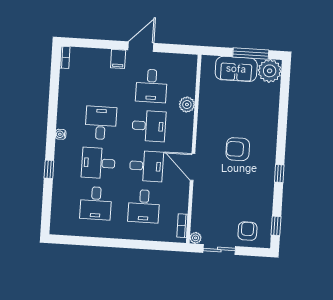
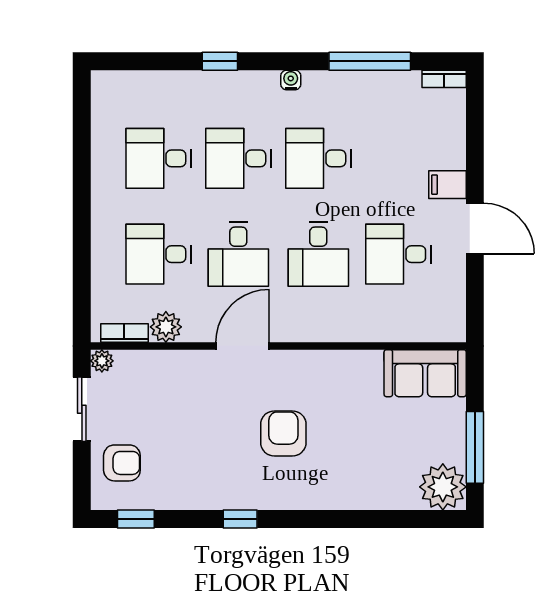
sofa: (236, 69) -> (425, 373), moved, turned -90
window: (54, 94) -> (370, 61), added
plant: (187, 105) -> (166, 327), moved
desk: (101, 123) -> (318, 158), turned 180
desk: (98, 163) -> (238, 158), turned -90

